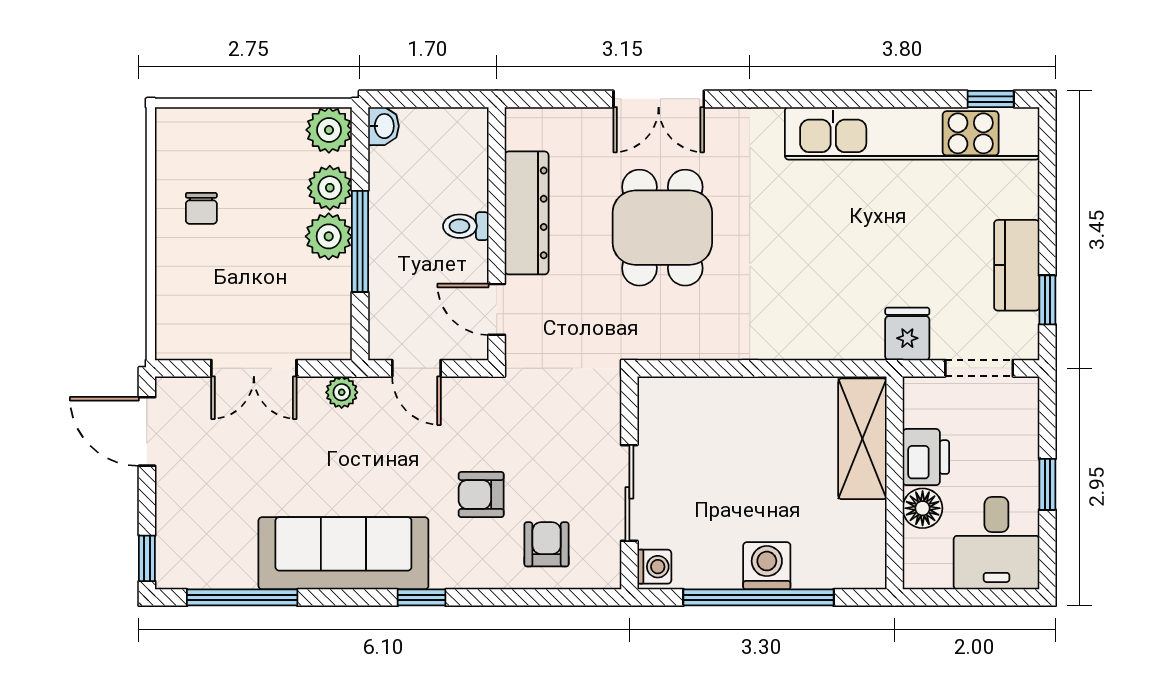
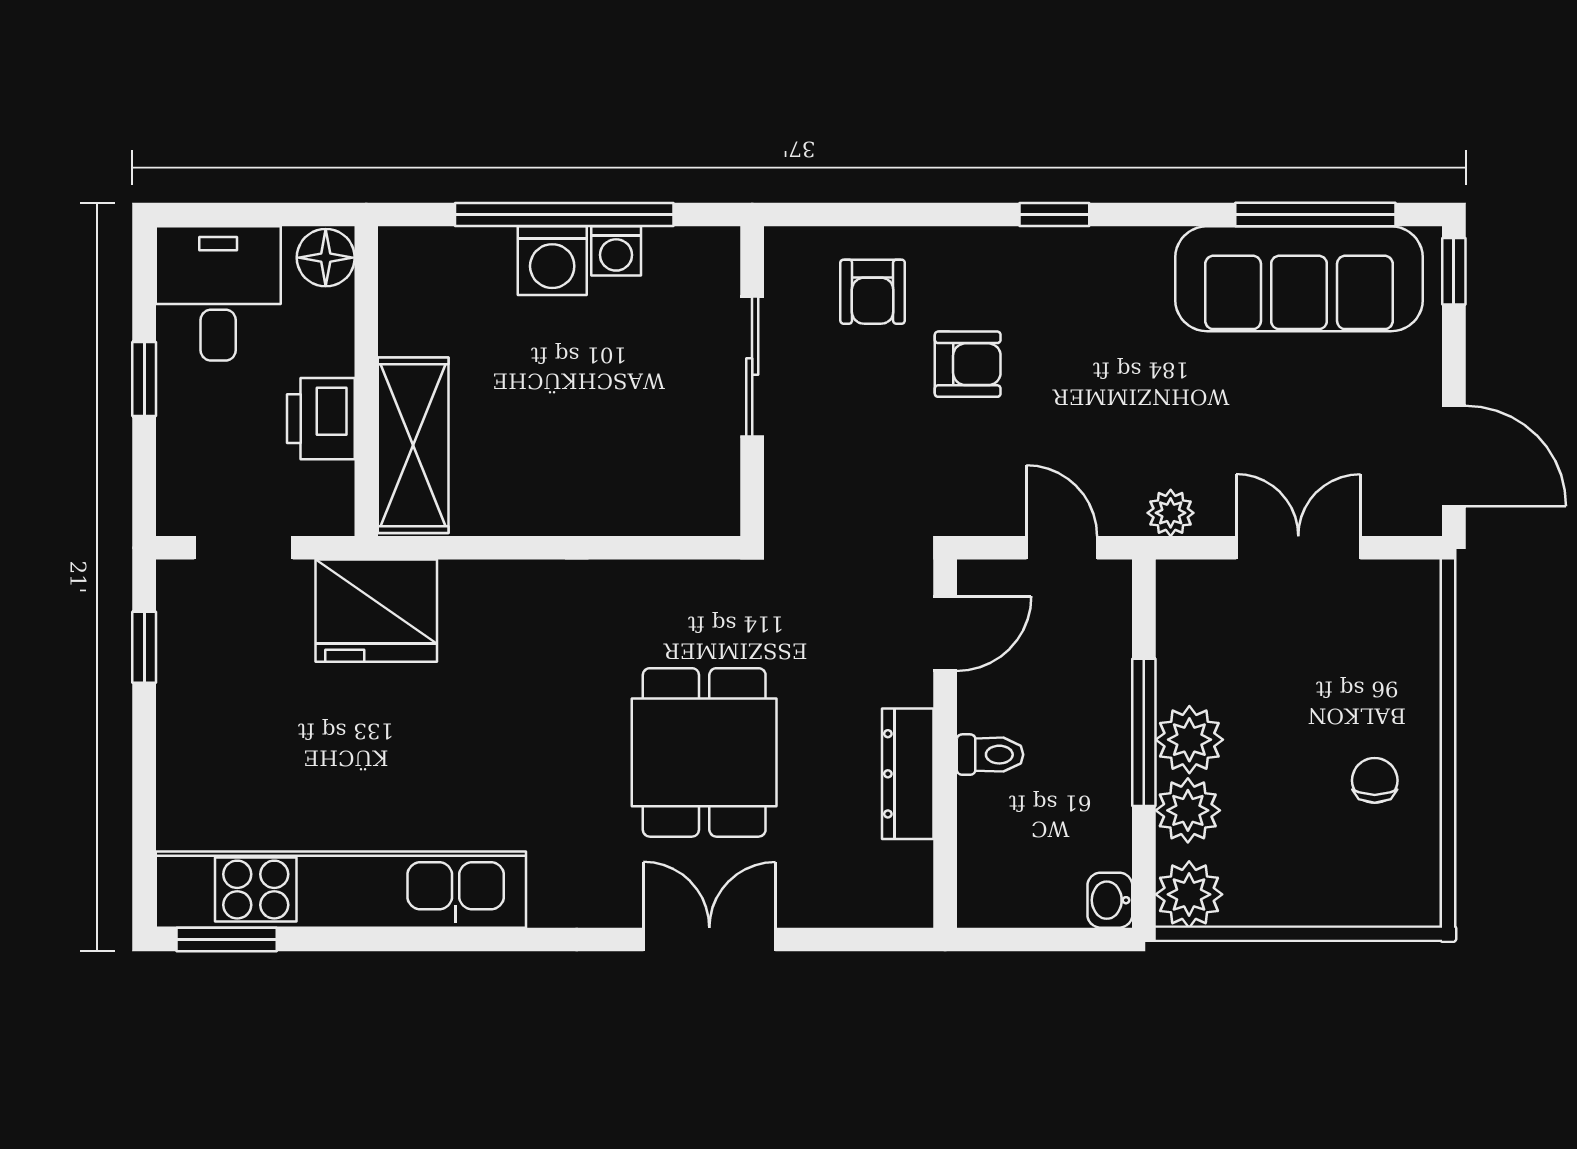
window: (991, 99) -> (227, 940), width x1.50
dresser: (527, 213) -> (908, 774), width x0.73, depth x0.80
kitchen counter: (1017, 265) -> (189, 698), removed
door: (497, 309) -> (945, 633), hinge flipped
fridge: (907, 334) -> (376, 611), width x1.88, depth x1.34
floor lamp: (923, 508) -> (326, 258), moved
sofa: (343, 553) -> (1299, 279), moved
washing machine: (654, 567) -> (616, 251), moved, turned -90

